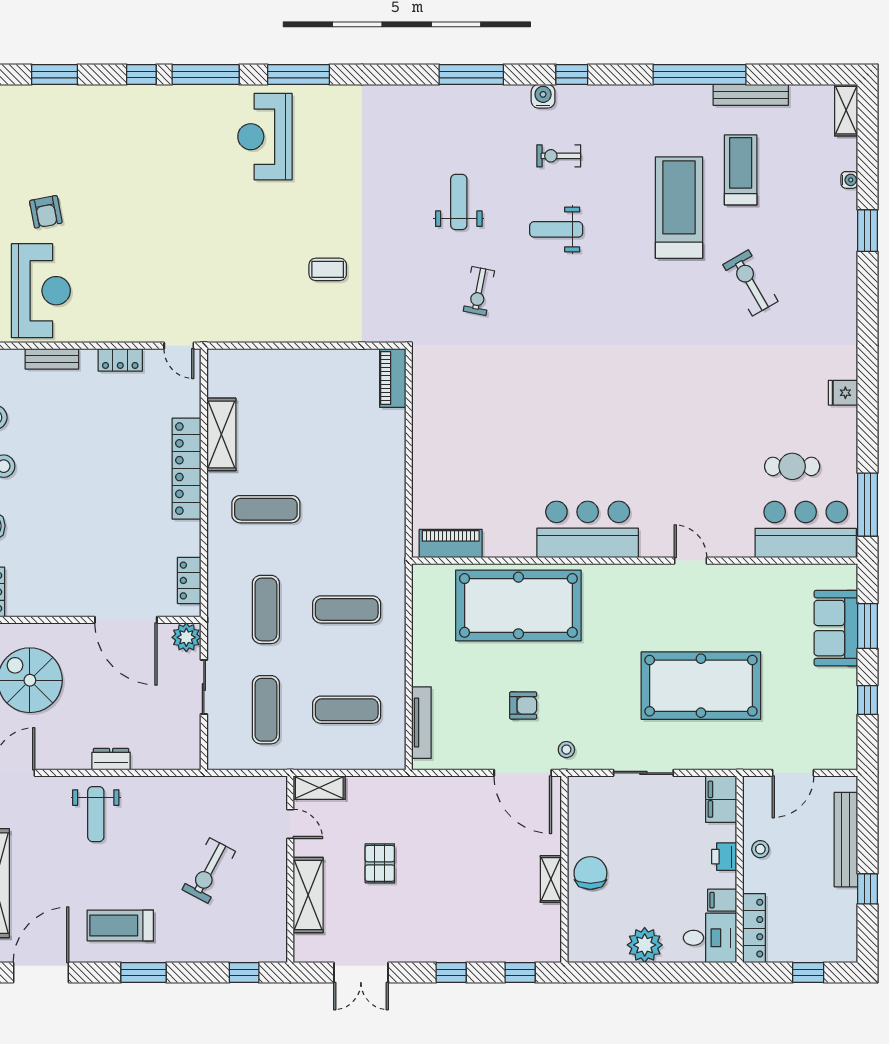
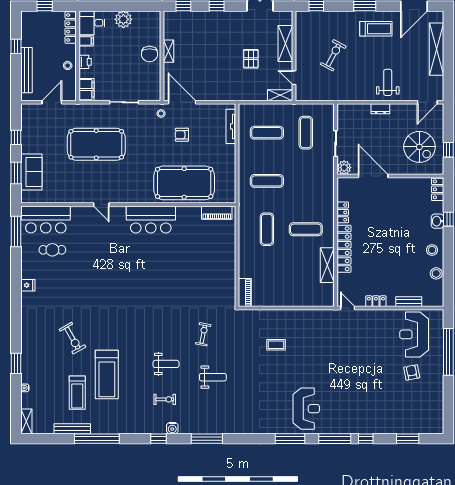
weight bench: (459, 202) -> (213, 377), turned -90
locker: (189, 580) -> (343, 212), moved
exercise mat: (266, 609) -> (267, 229), moved

